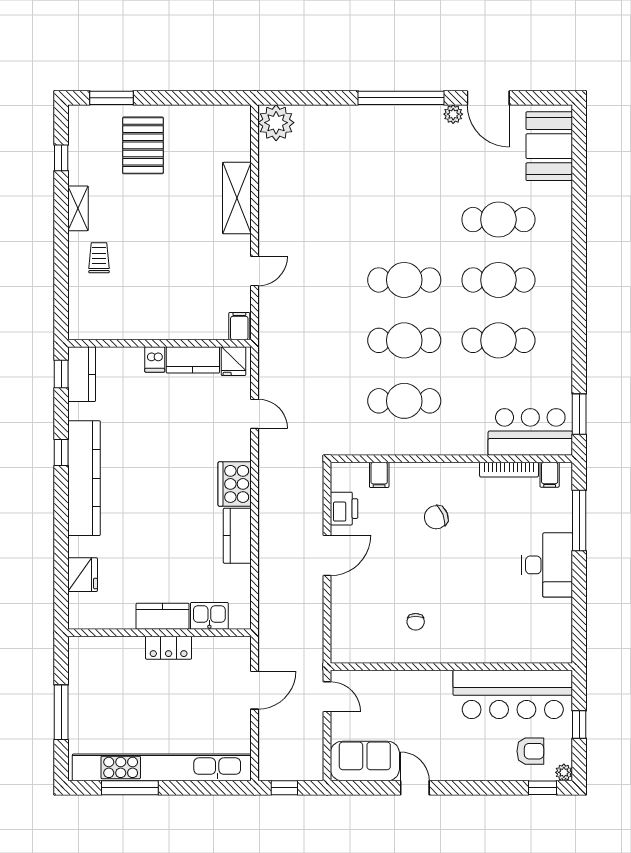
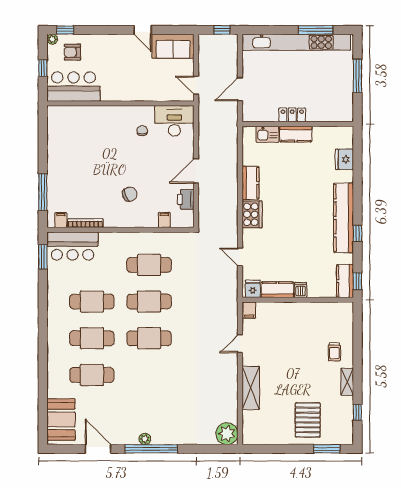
plant: (453, 114) -> (145, 439), moved
desk: (547, 565) -> (174, 121), moved, turned 90
bar counter: (513, 694) -> (74, 87), width x0.73

